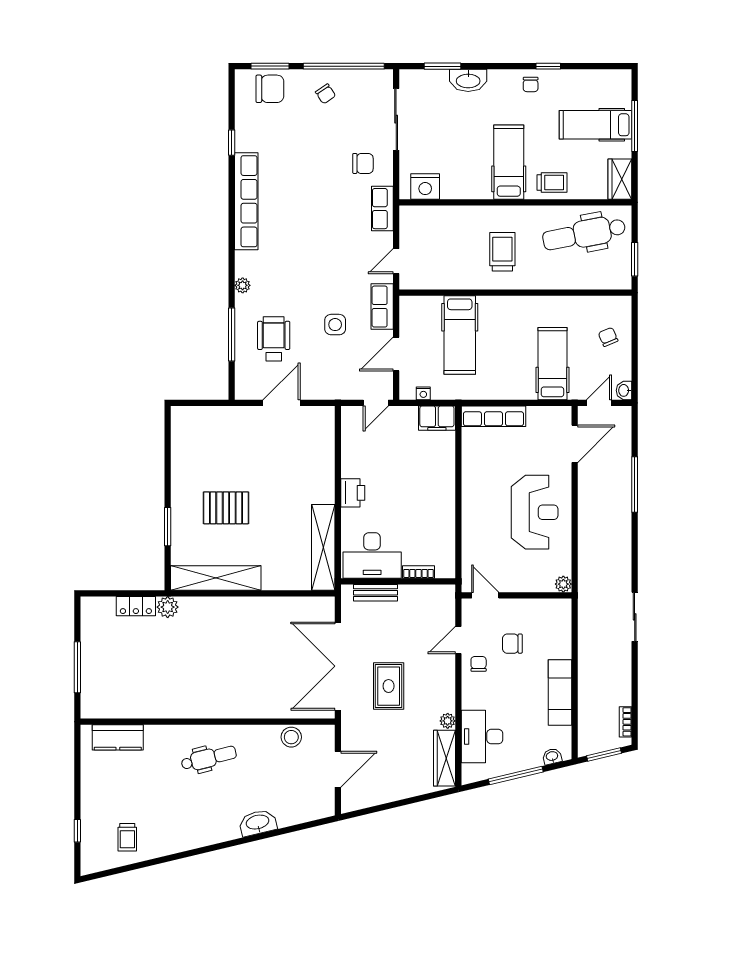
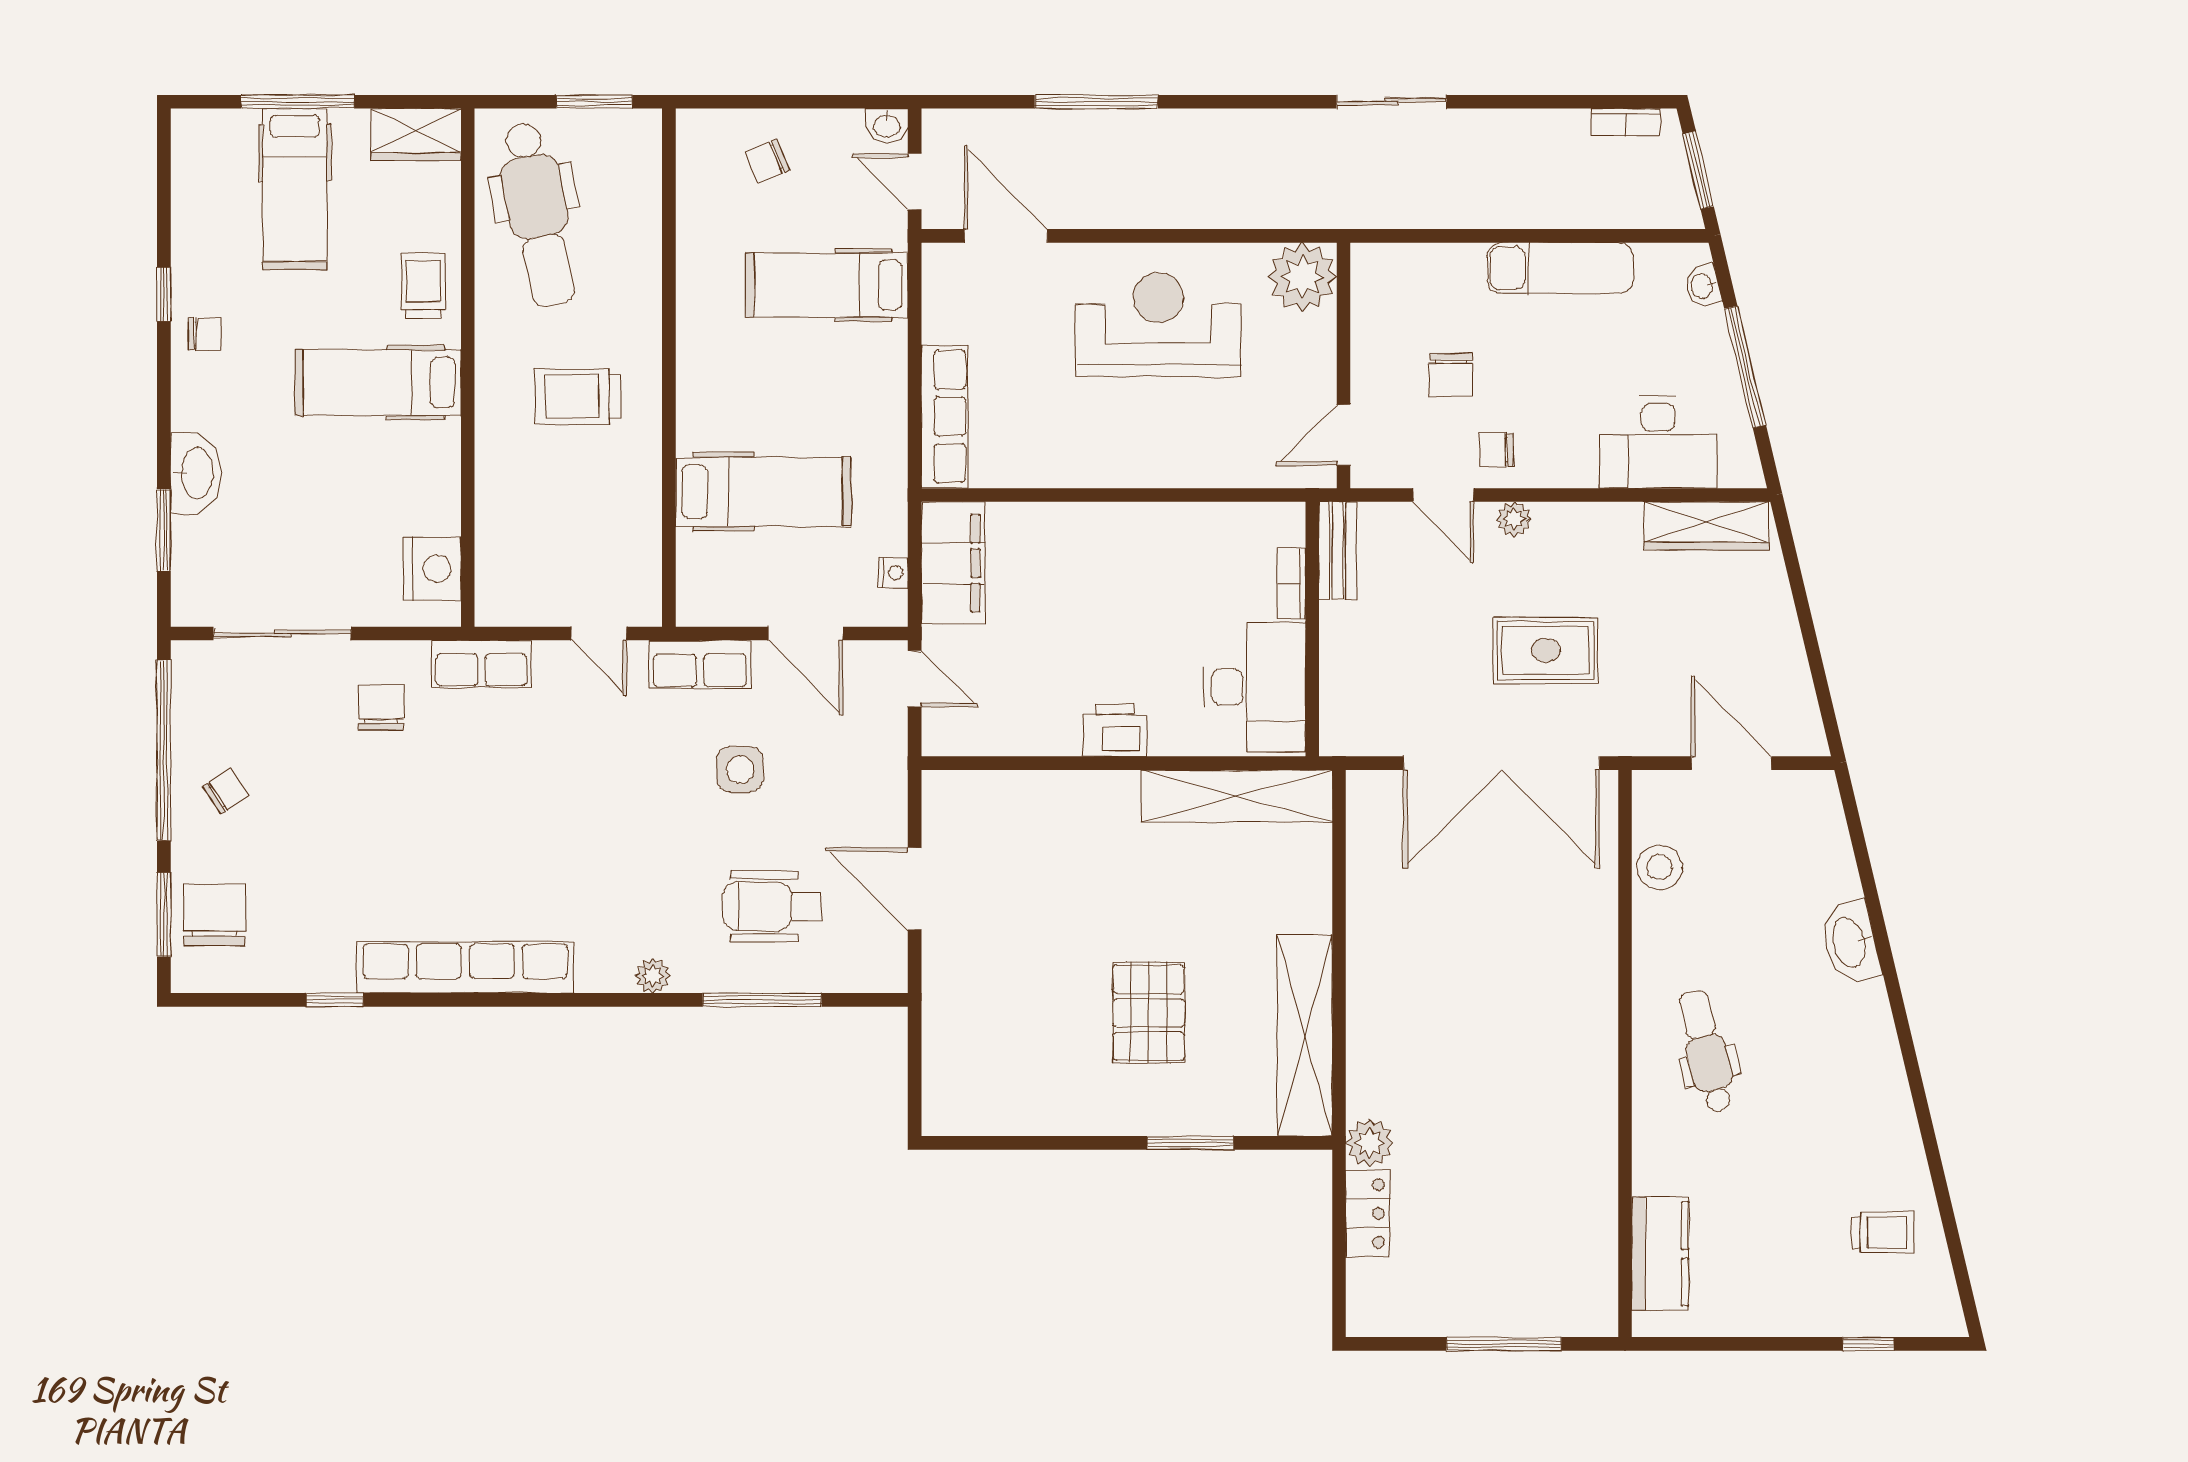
filing cabinet: (437, 418) -> (953, 563), width x1.50, depth x1.17
plant: (563, 584) -> (1302, 277), width x1.88, depth x1.88
bench: (376, 593) -> (1338, 551), moved
plant: (448, 721) -> (1514, 519), moved

